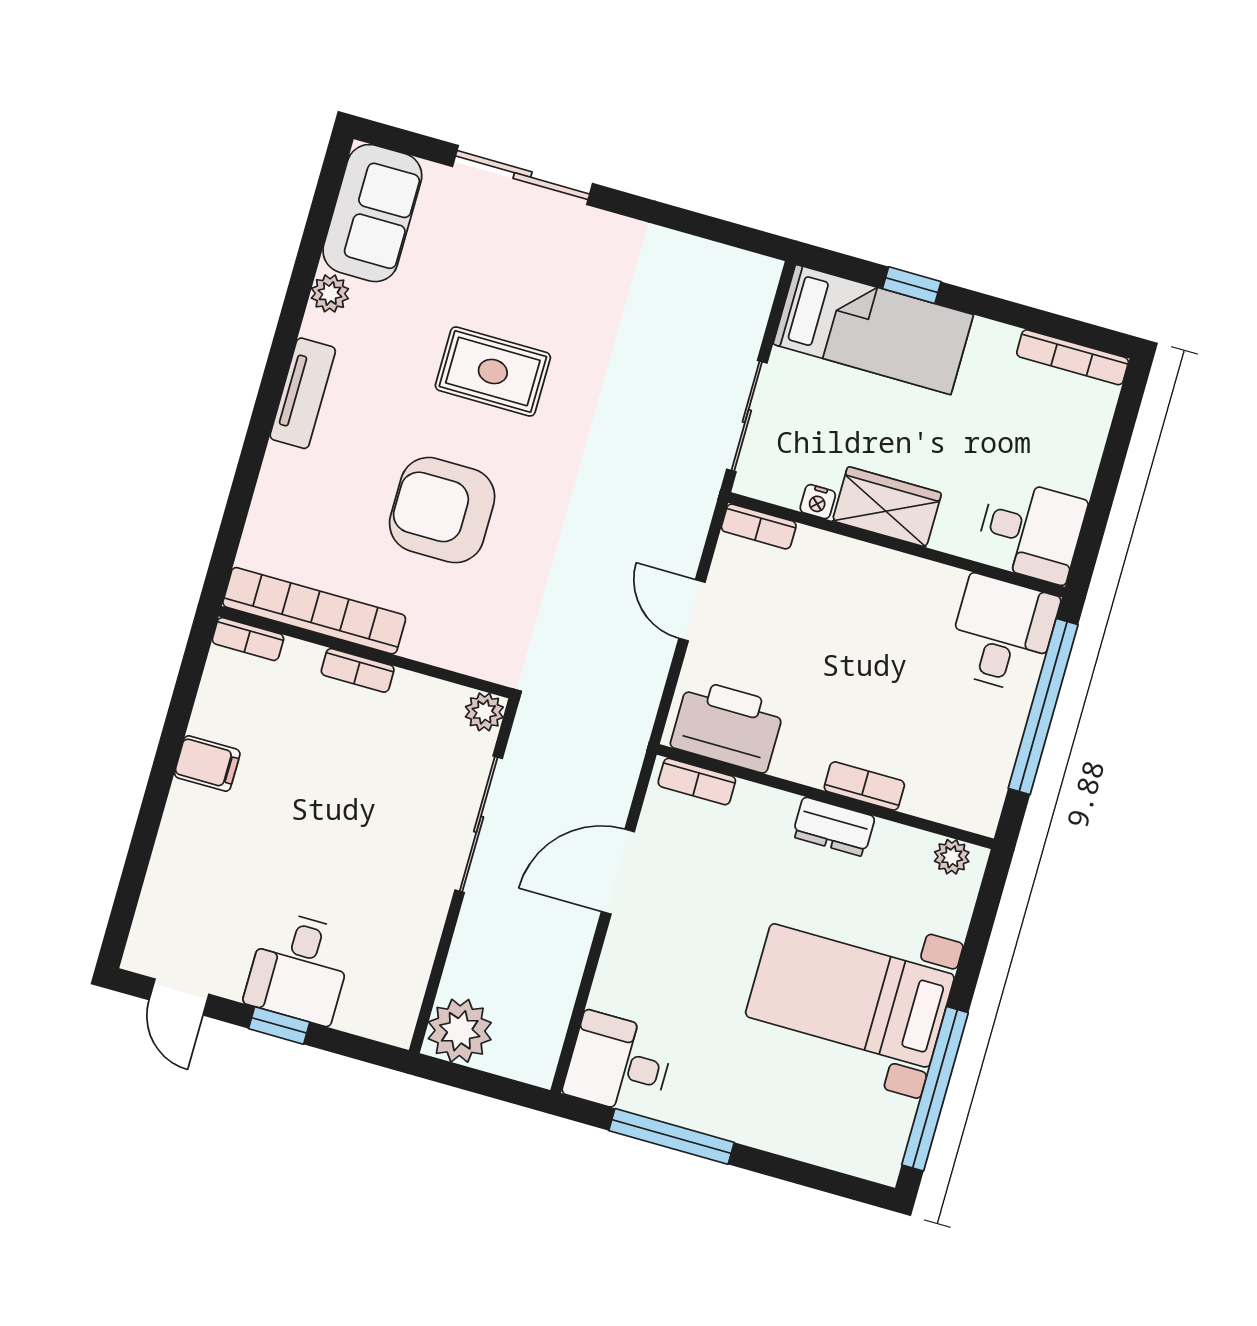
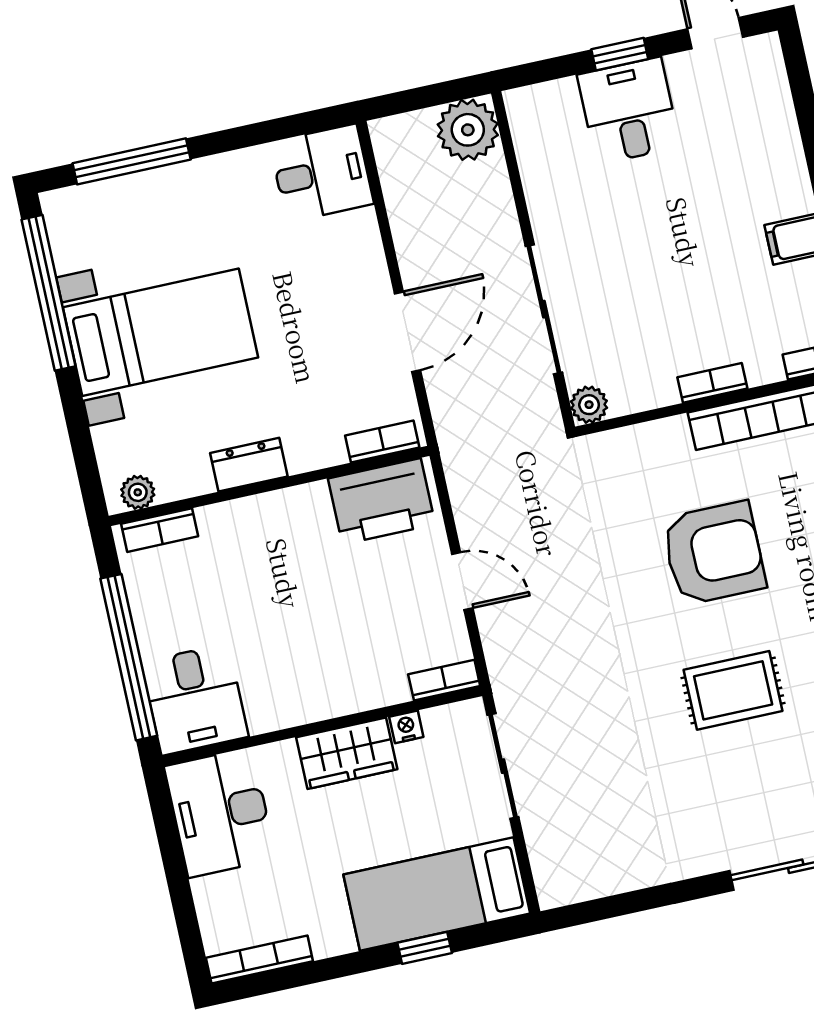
desk: (1031, 531) -> (220, 813), width x1.37
bookcase: (864, 786) -> (160, 530), moved
window: (672, 1136) -> (132, 161), moved

